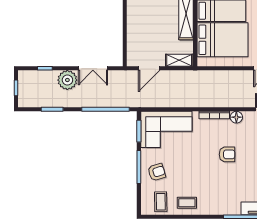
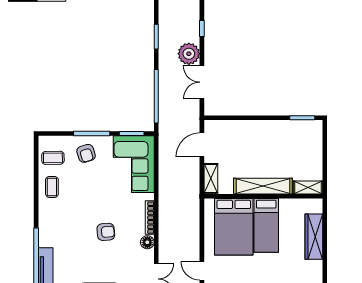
door: (149, 68) -> (202, 145), hinge flipped
armchair: (227, 154) -> (106, 232), turned -95

